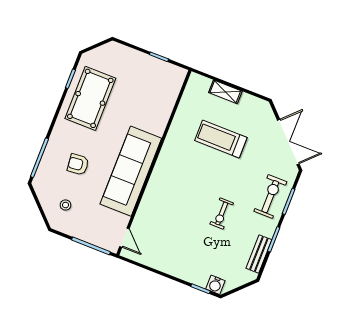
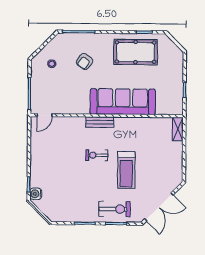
shelving: (225, 92) -> (178, 129), moved
treadmill: (221, 139) -> (126, 170), moved, turned 180
armchair: (78, 164) -> (85, 61), turned -138
sofa: (131, 171) -> (123, 102), moved
exercise bike: (222, 214) -> (97, 155), moved
bench: (259, 254) -> (100, 122), moved

